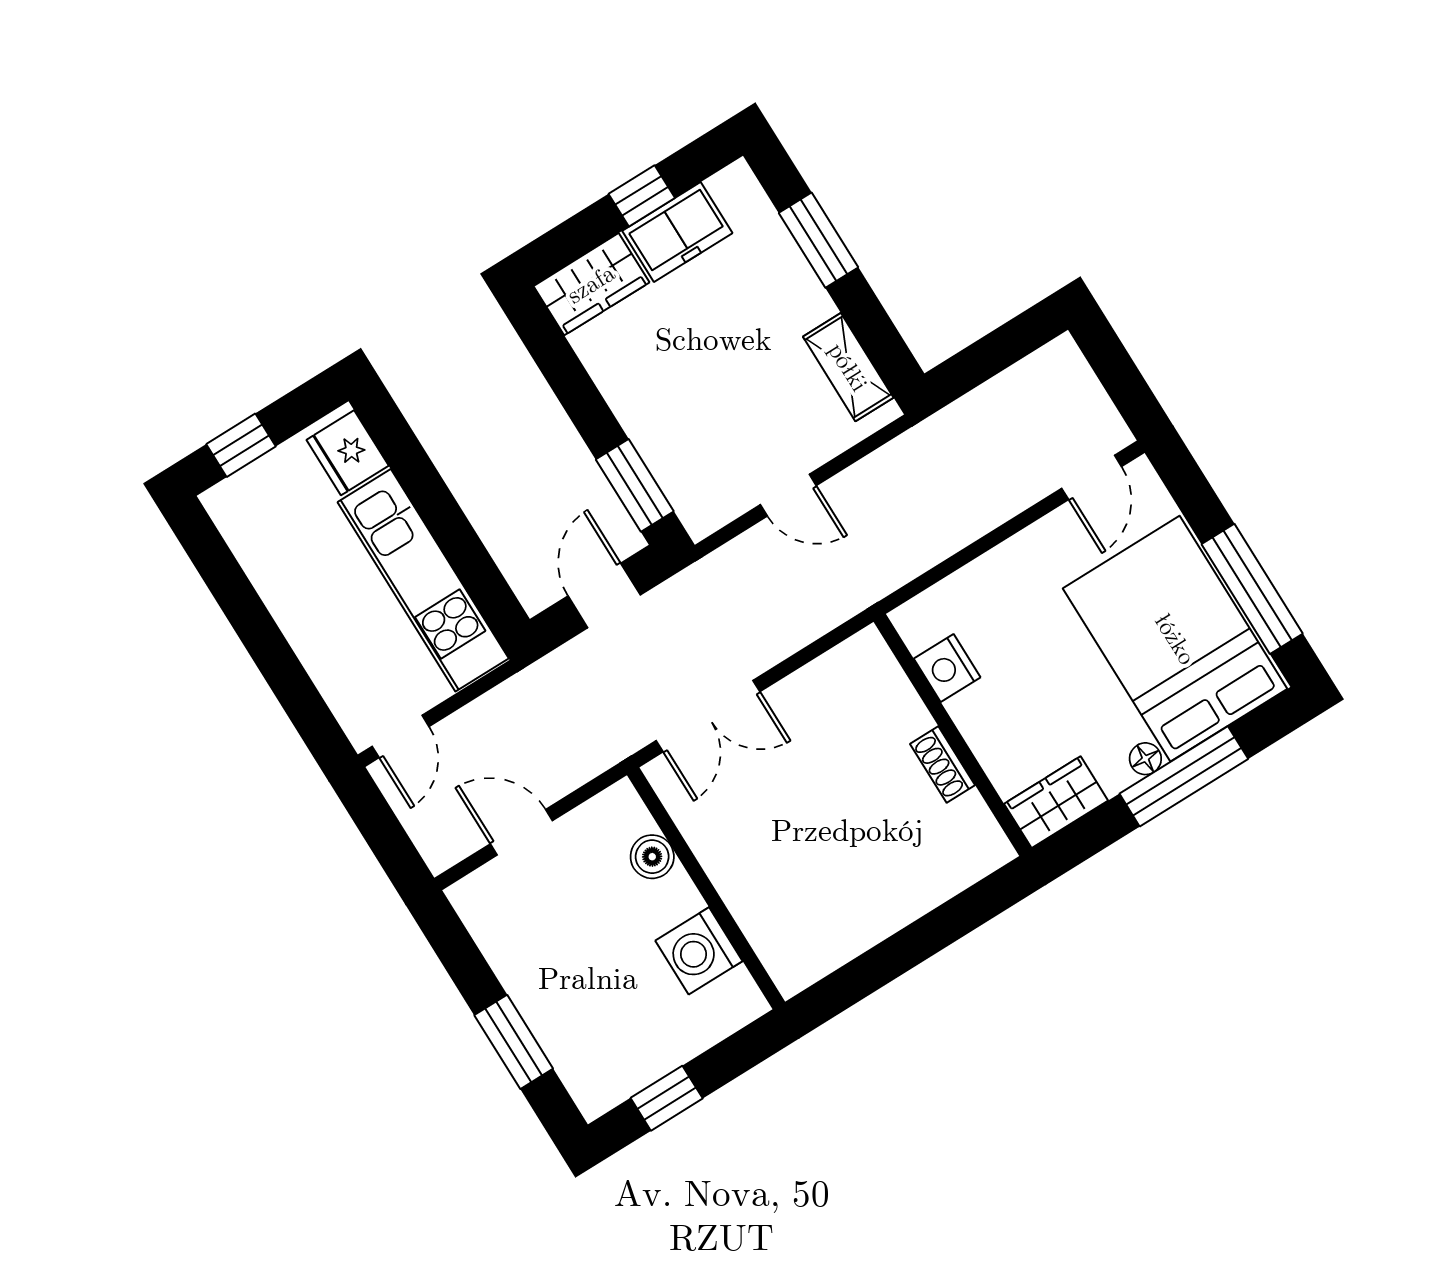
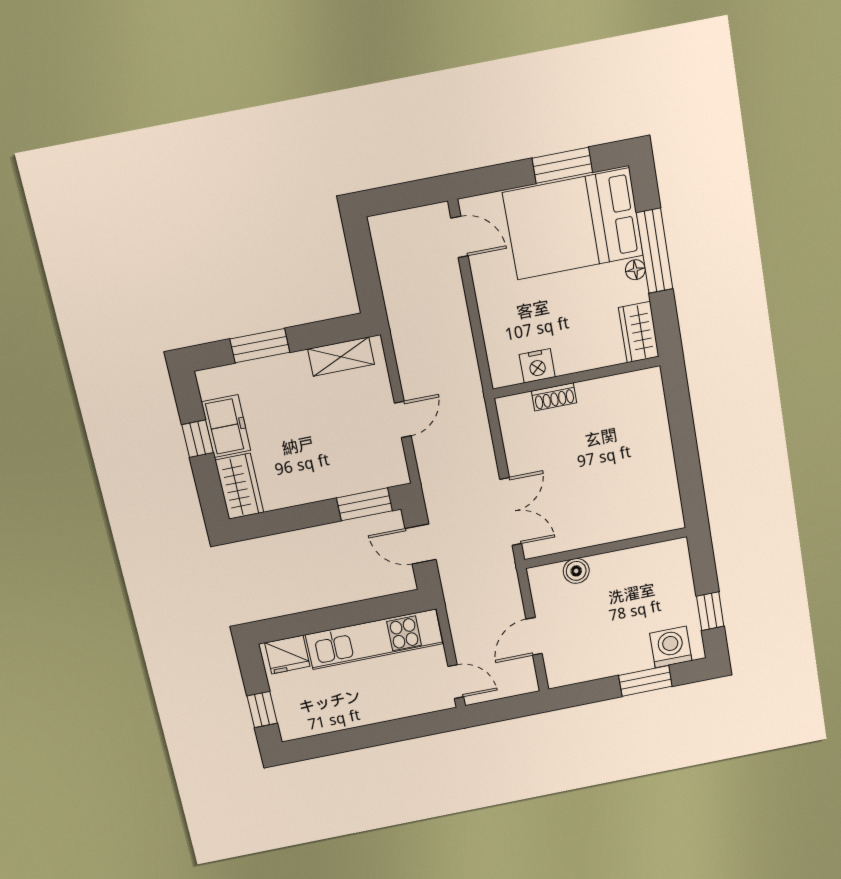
window: (1252, 589) -> (562, 165), width x0.69
shoe rack: (942, 764) -> (554, 397), moved
washing machine: (699, 951) -> (671, 647), moved, turned 180

